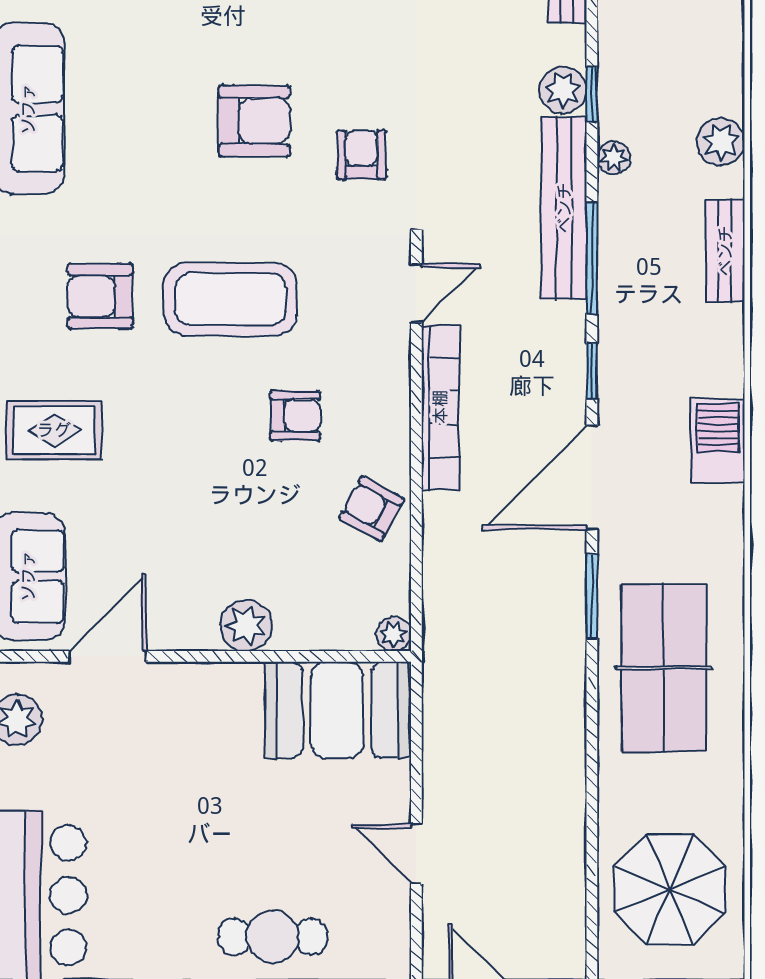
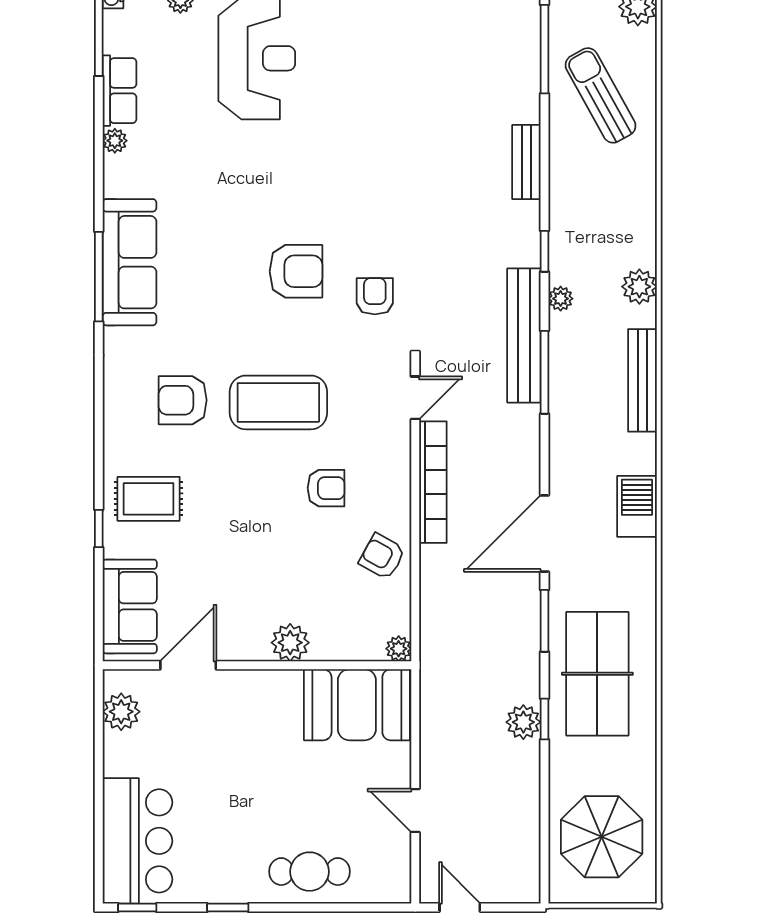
plant: (563, 90) -> (523, 722), moved
bench: (725, 251) -> (642, 380), width x1.36
window: (592, 371) -> (544, 719), moved

